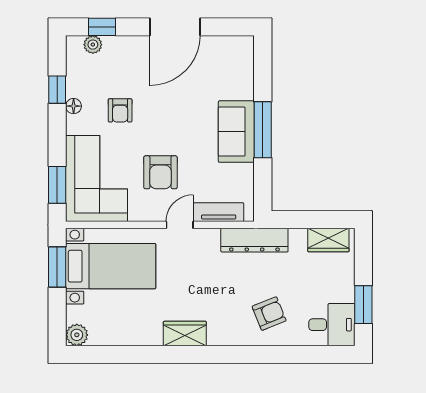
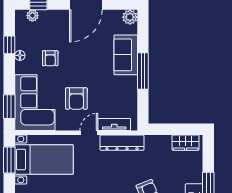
plant: (243, 47) -> (130, 17), added
sofa: (236, 132) -> (126, 55), moved
dresser: (254, 240) -> (122, 143), moved

